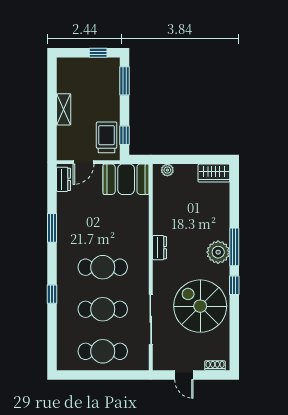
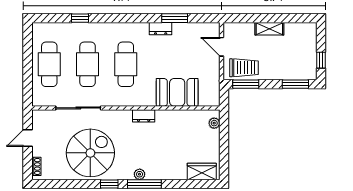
window: (125, 135) -> (246, 84), width x1.50
wardrobe: (214, 173) -> (202, 171), moved, turned 90
dresser: (63, 179) -> (161, 29), moved
booth: (126, 179) -> (177, 92), moved, turned 90
window: (52, 228) -> (175, 18), moved
plant: (218, 252) -> (140, 174), width x0.53, depth x0.53
window: (52, 294) -> (80, 18), moved

